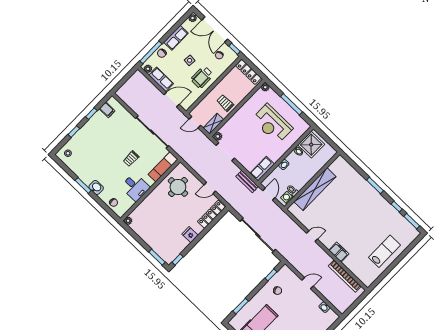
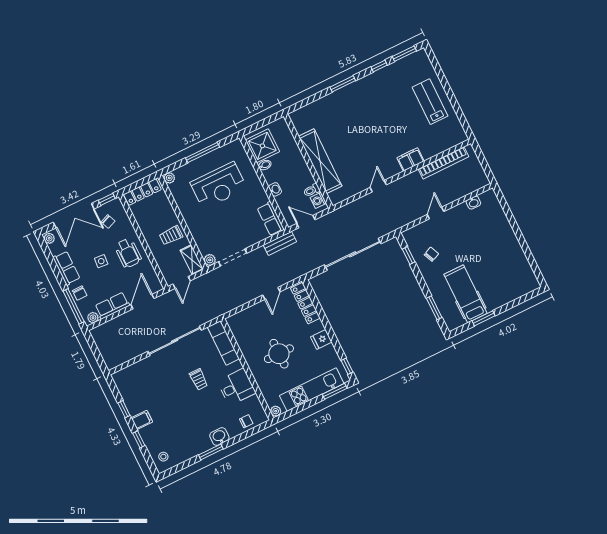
filing cabinet: (107, 110) -> (142, 420), moved
round table: (178, 187) -> (279, 354), moved
kitchen unit: (152, 241) -> (312, 389), added

